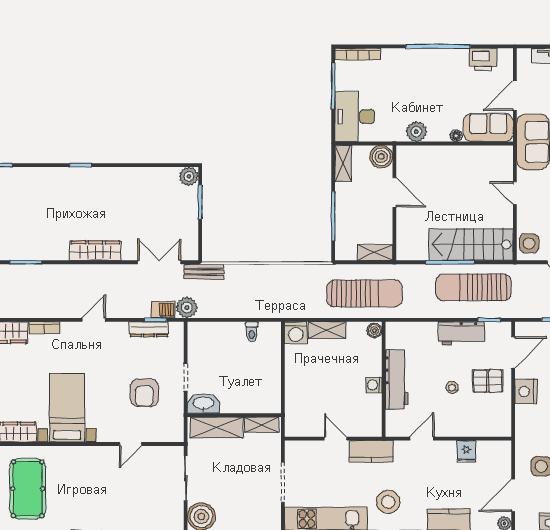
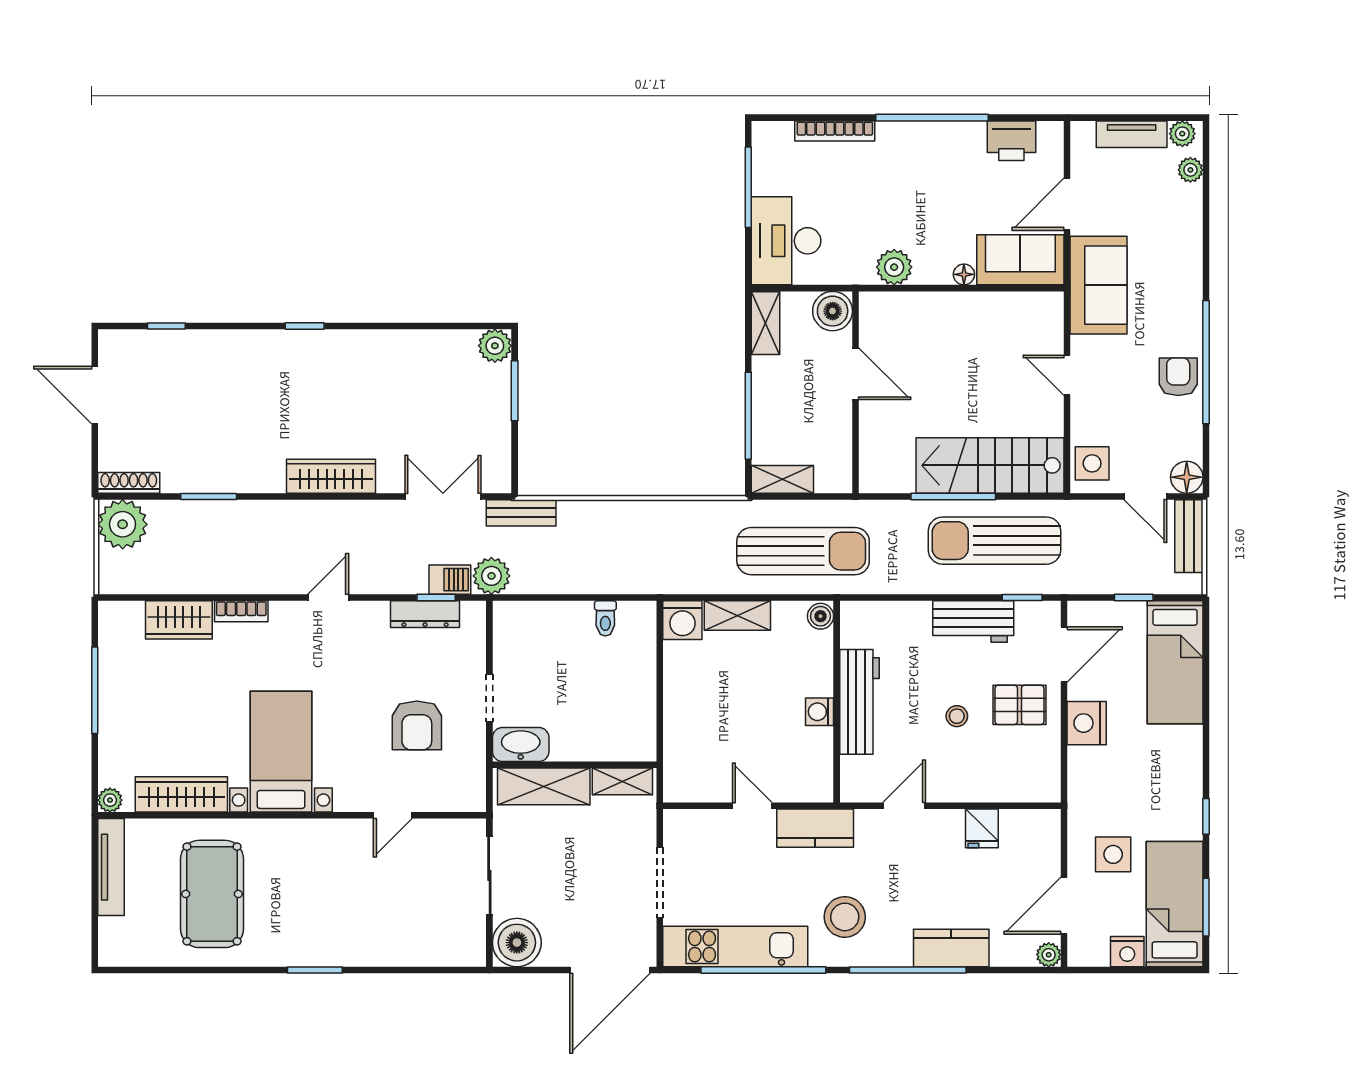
bookcase: (358, 54) -> (835, 131), moved
shelving: (375, 253) -> (782, 479), moved

